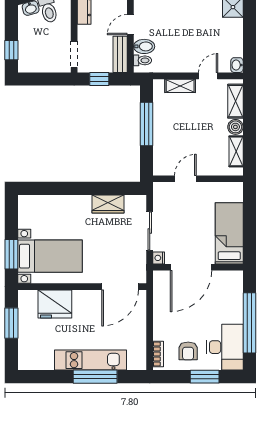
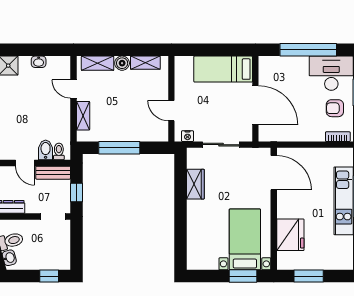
washbasin: (237, 65) -> (39, 62), moved
nightstand: (159, 258) -> (188, 136), moved
armchair: (188, 351) -> (335, 108), turned 180

